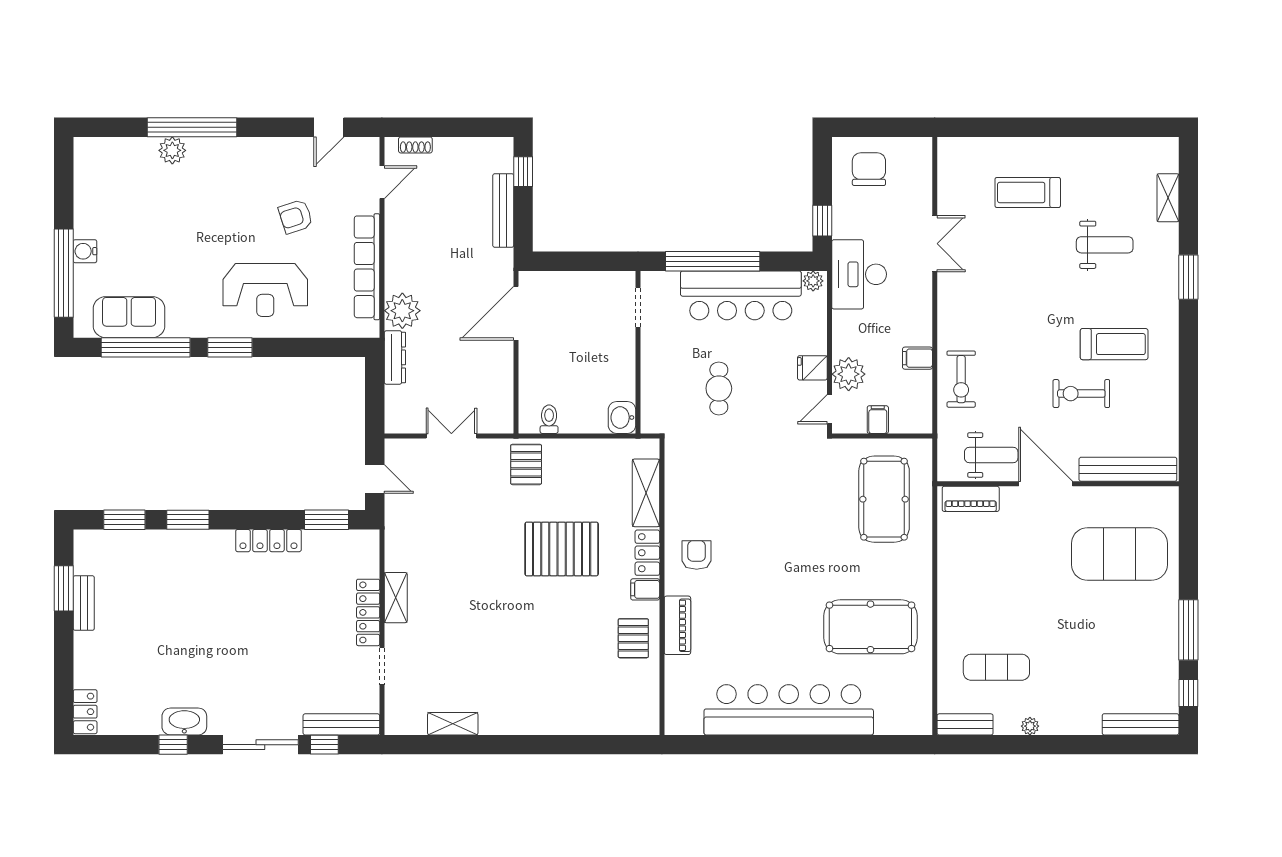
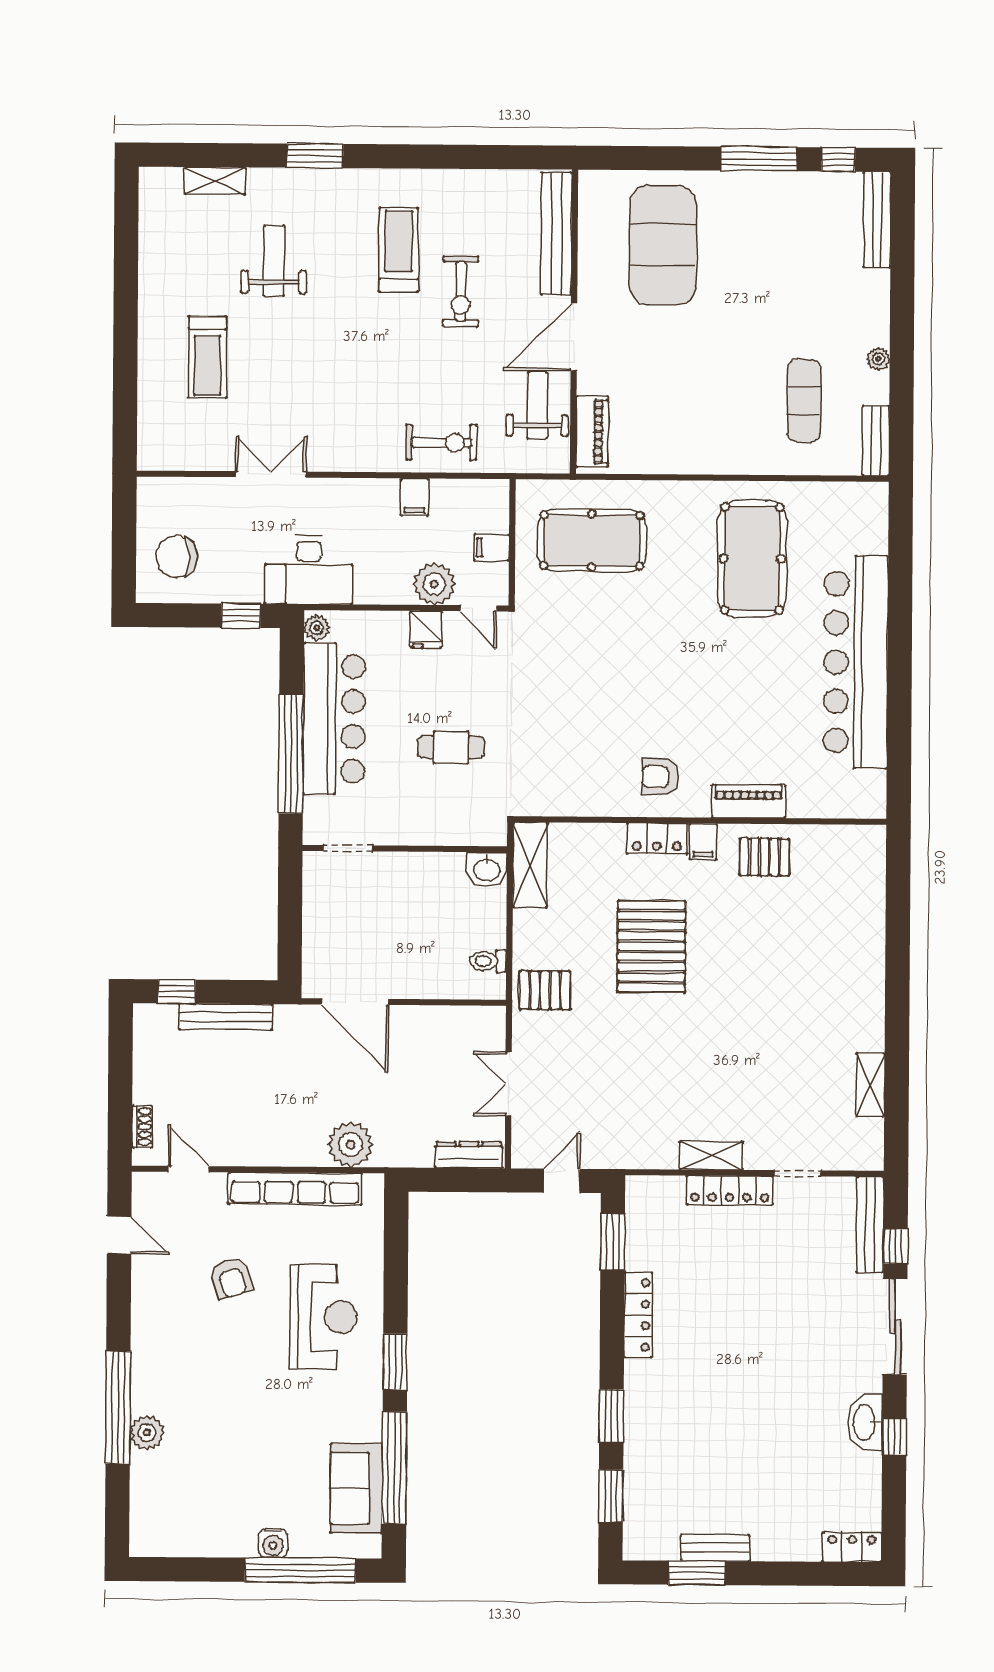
dresser: (395, 357) -> (469, 1155), moved
shelving: (646, 493) -> (530, 865), moved, turned 90

